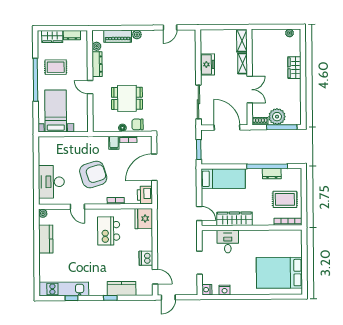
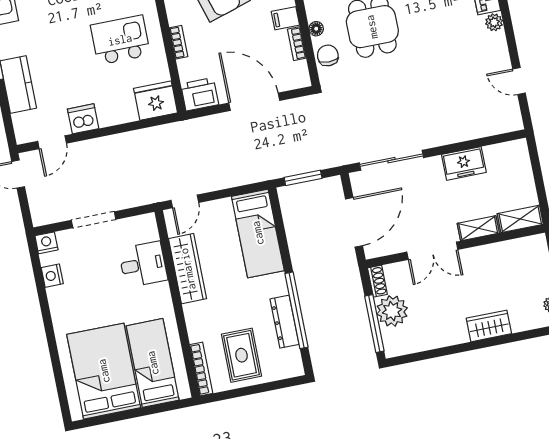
dresser: (272, 174) -> (284, 322), width x1.44
bed: (280, 246) -> (153, 363), added

